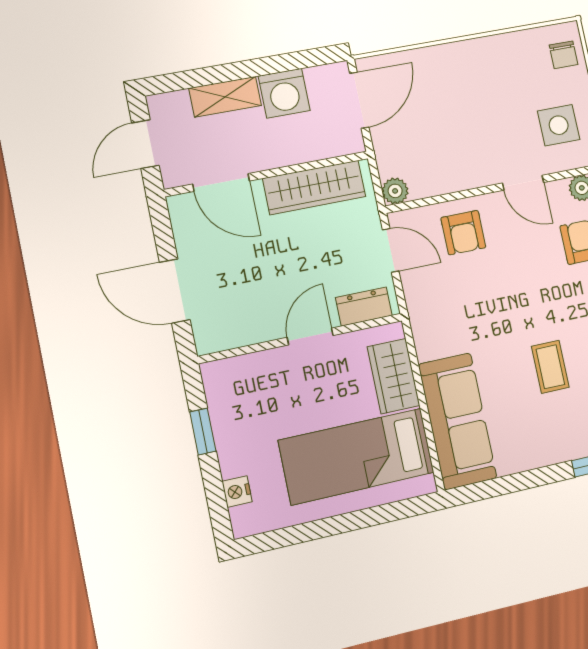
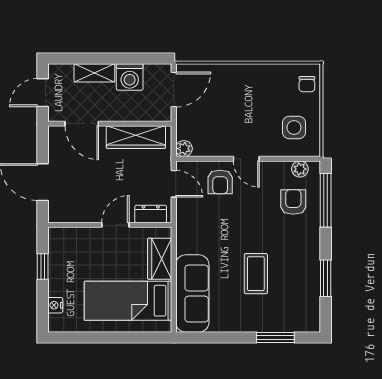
door: (523, 183) -> (246, 159), moved
coffee table: (550, 367) -> (256, 274), width x1.36, depth x1.30

